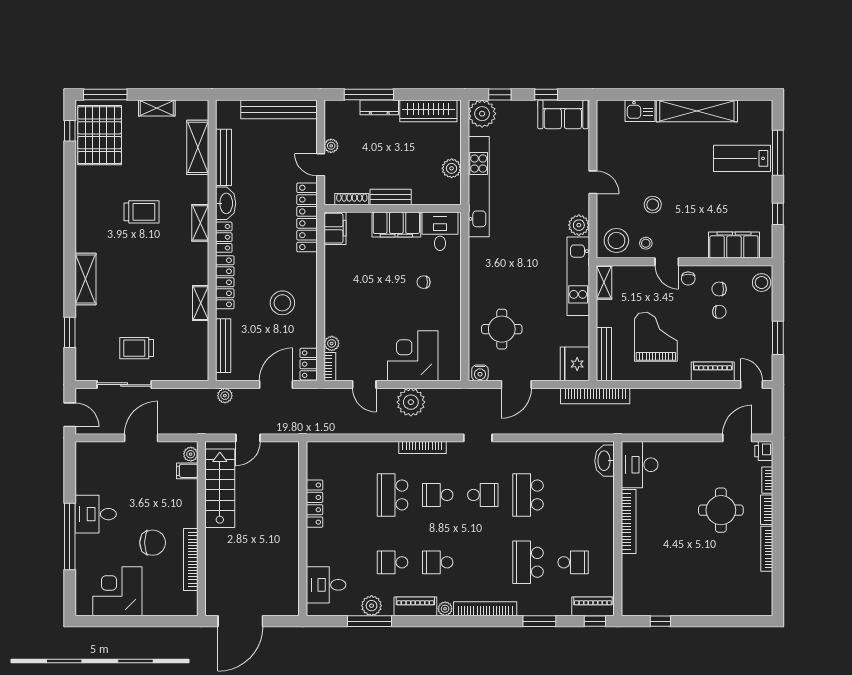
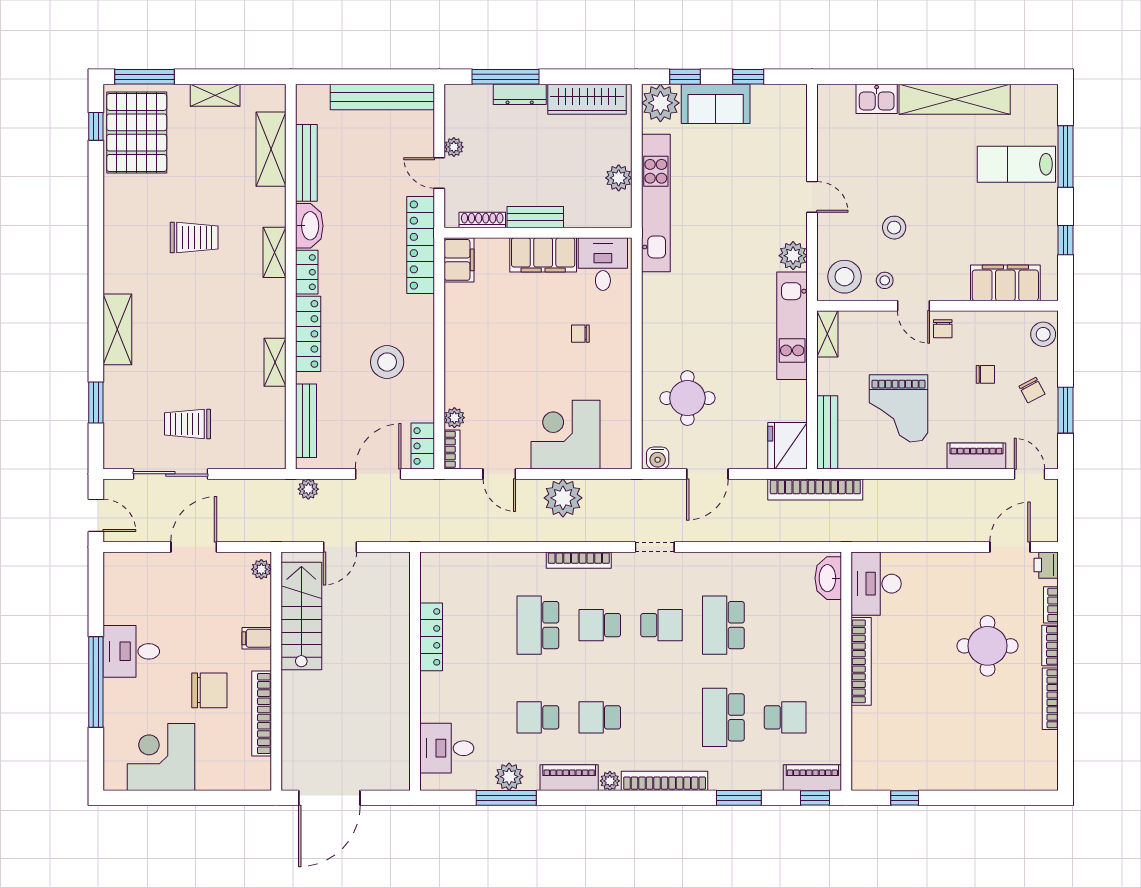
sofa: (563, 114) -> (716, 104), moved
chair: (719, 289) -> (1032, 390), moved, turned -118
grand piano: (656, 337) -> (898, 408), turned 180
filing cabinet: (187, 471) -> (257, 638), moved

